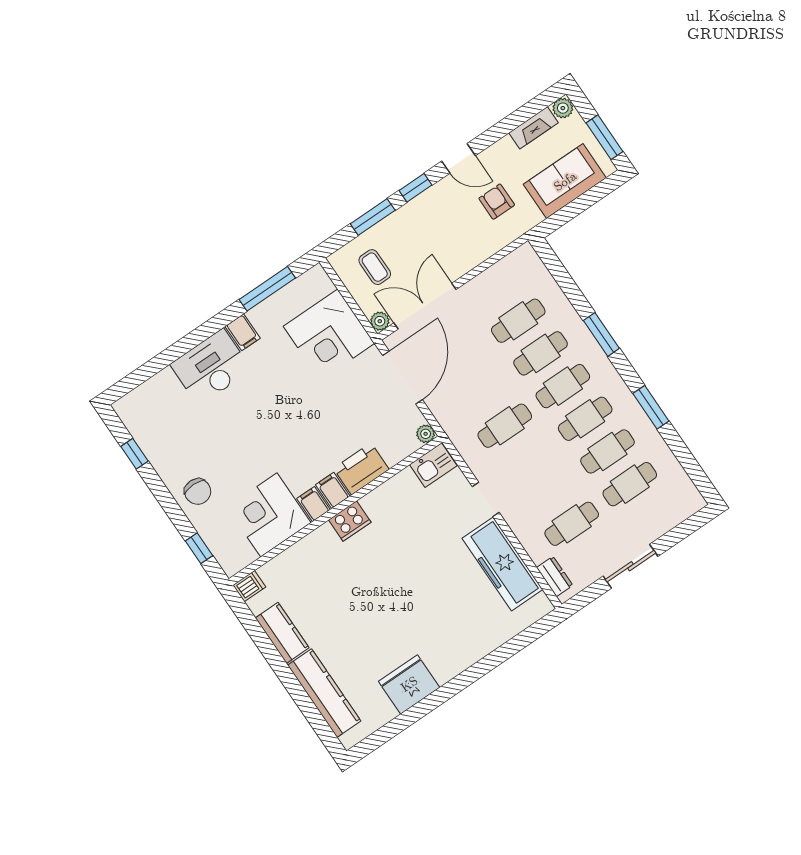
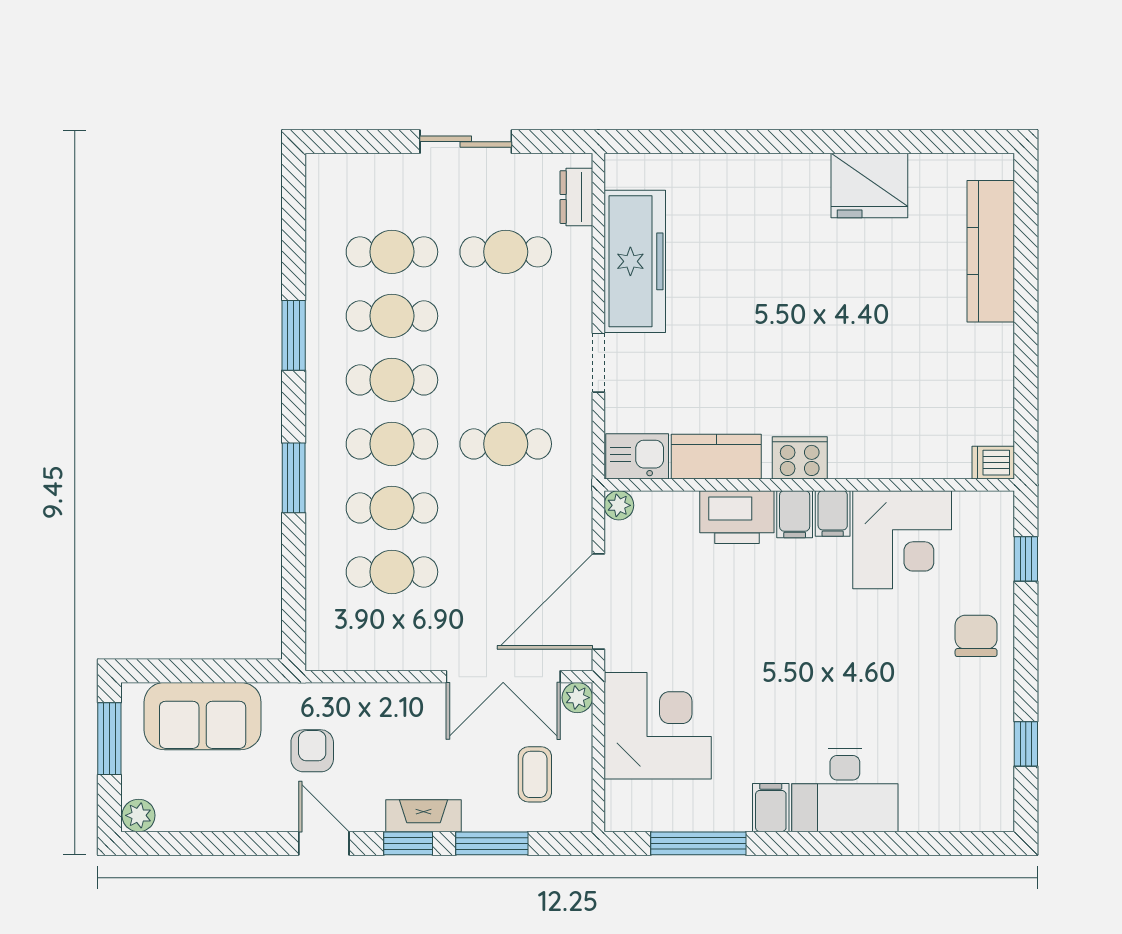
fireplace: (534, 128) -> (423, 816), moved
armchair: (497, 202) -> (312, 751), turned 180
kitchen counter: (282, 633) -> (716, 457), moved, turned 90

